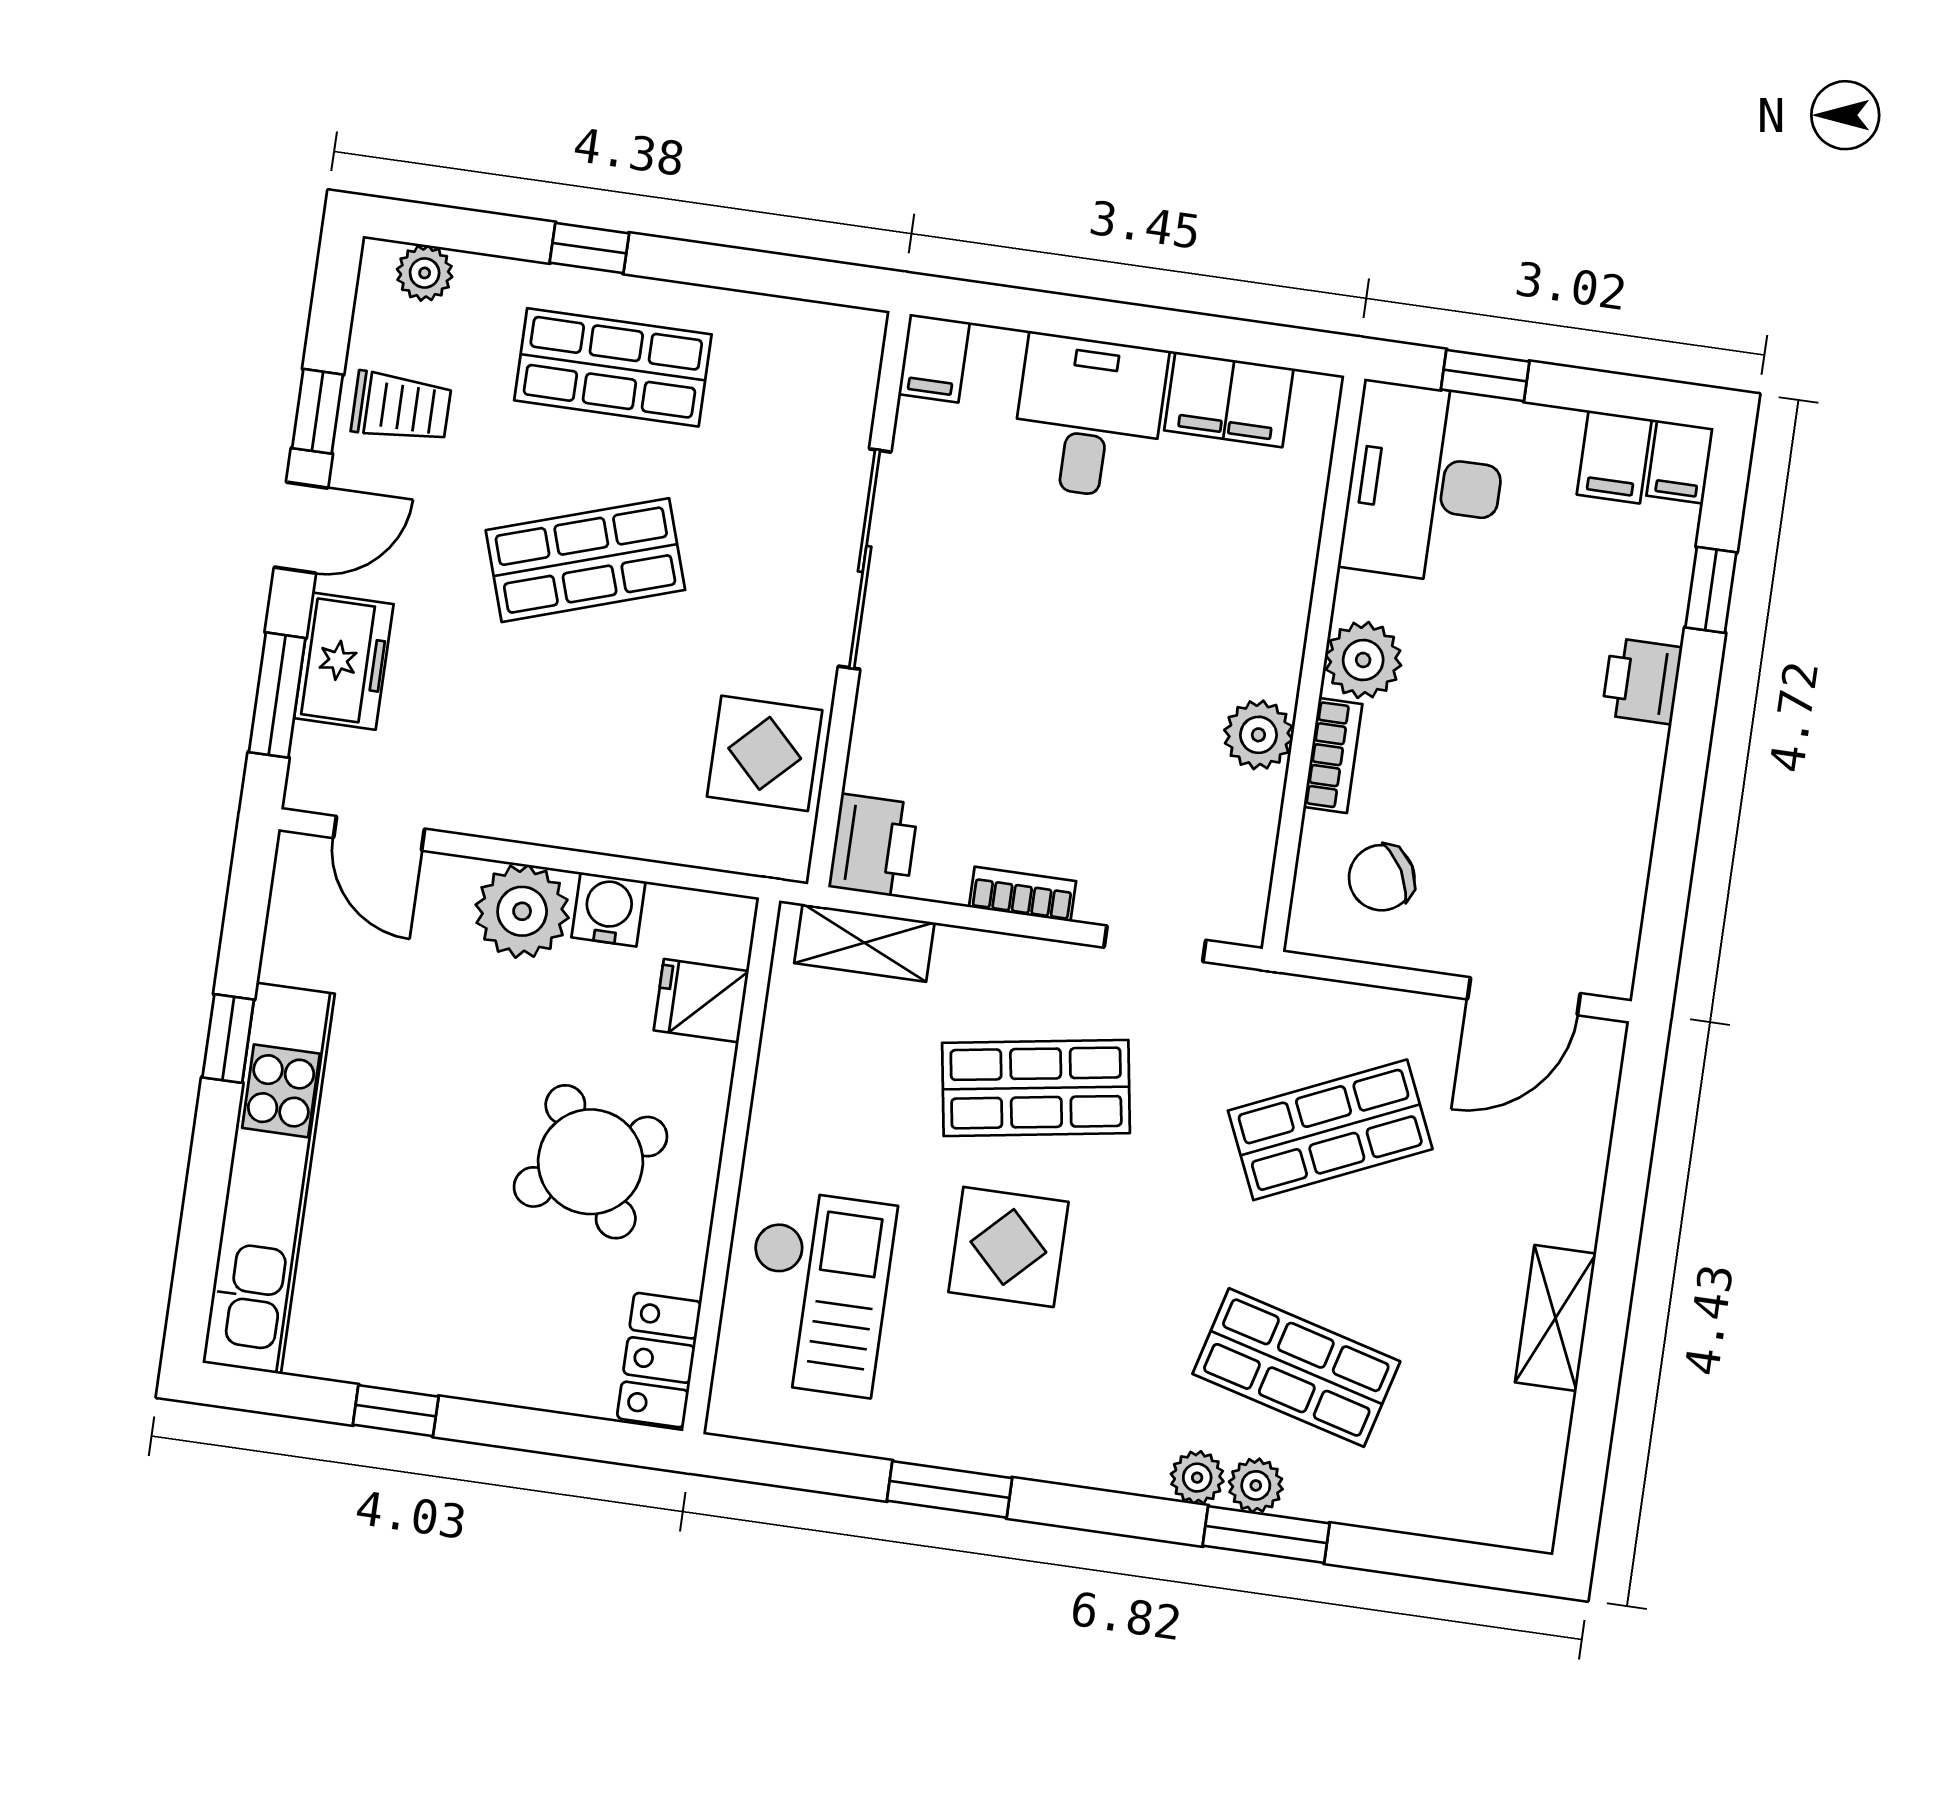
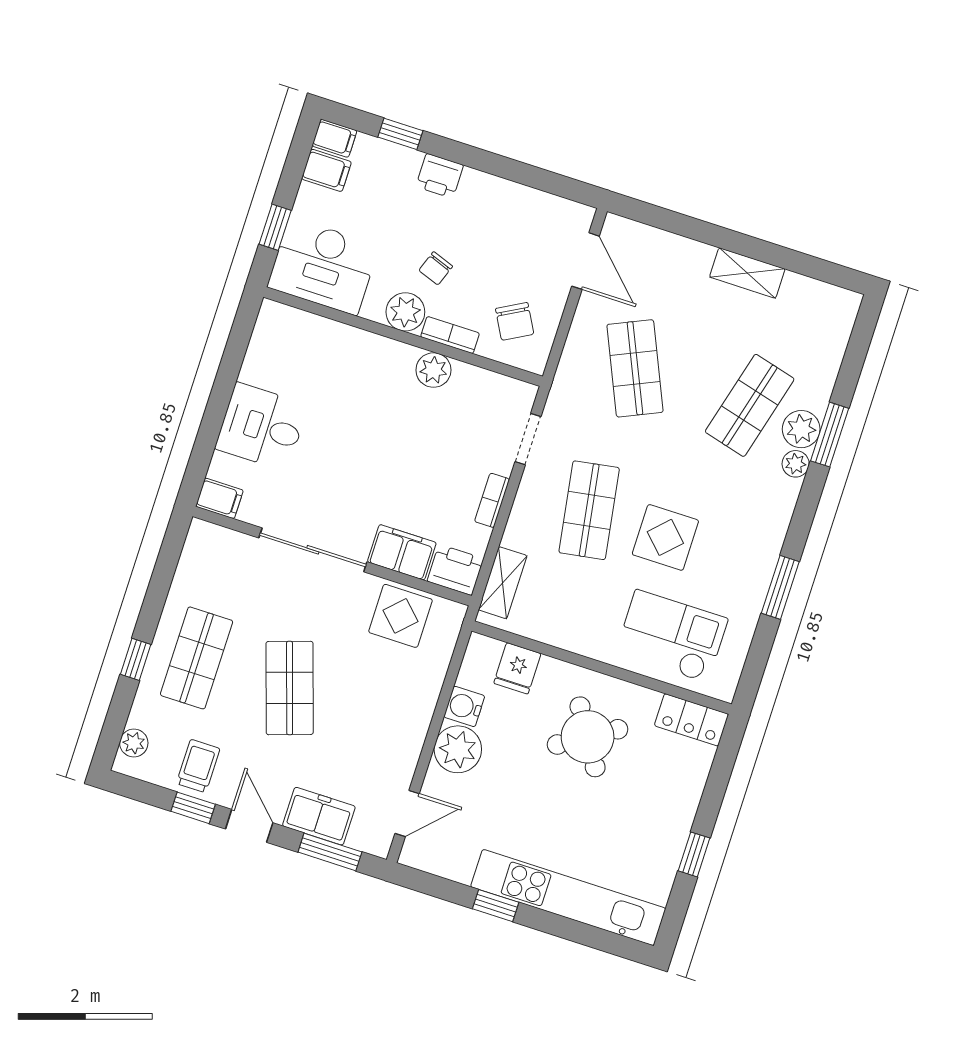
filing cabinet: (1229, 399) -> (402, 552), moved, turned -90
chair: (1459, 705) -> (436, 268), added
plant: (1256, 1485) -> (801, 429), width x1.38, depth x1.38

